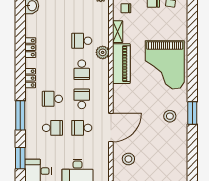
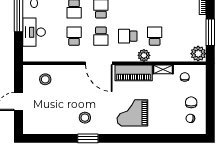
grand piano: (165, 65) -> (132, 113), width x0.73, depth x0.68
school desk: (82, 99) -> (101, 36), turned 90
door: (111, 128) -> (99, 63), moved

